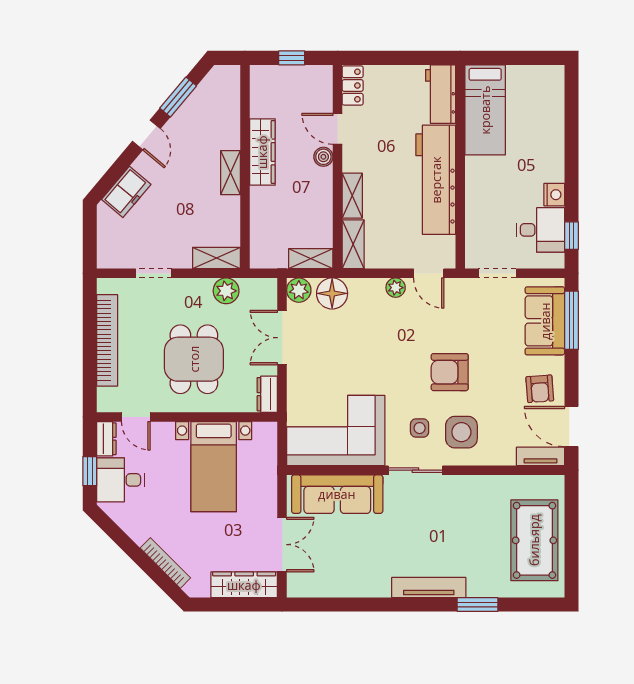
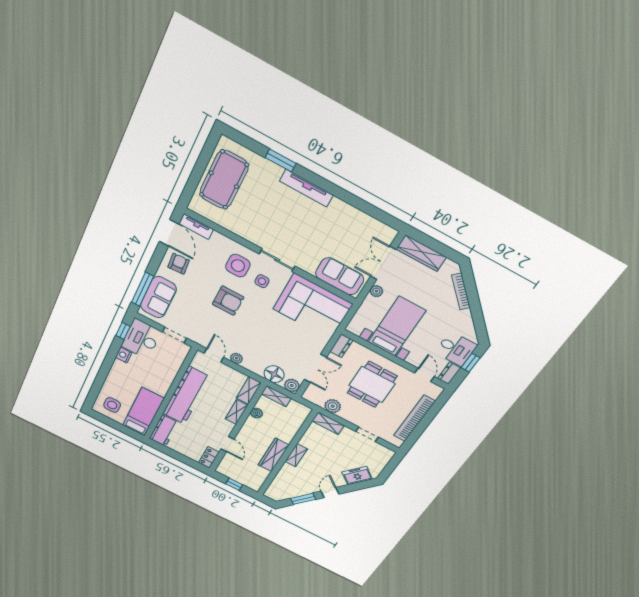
side table: (536, 93) -> (112, 405), added
boiler: (323, 157) -> (256, 413), moved
desk: (541, 230) -> (141, 339), width x1.37
sofa: (337, 494) -> (340, 276), width x0.73
plant: (268, 501) -> (376, 291), added

